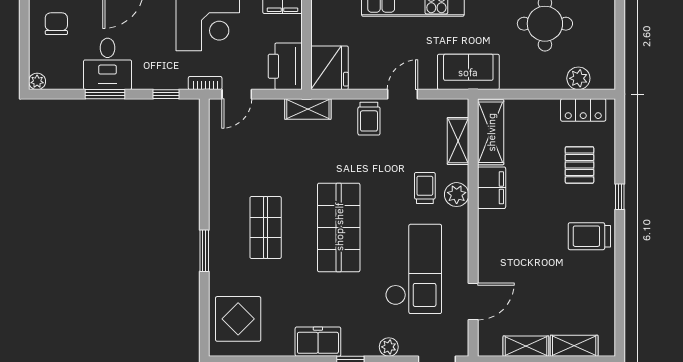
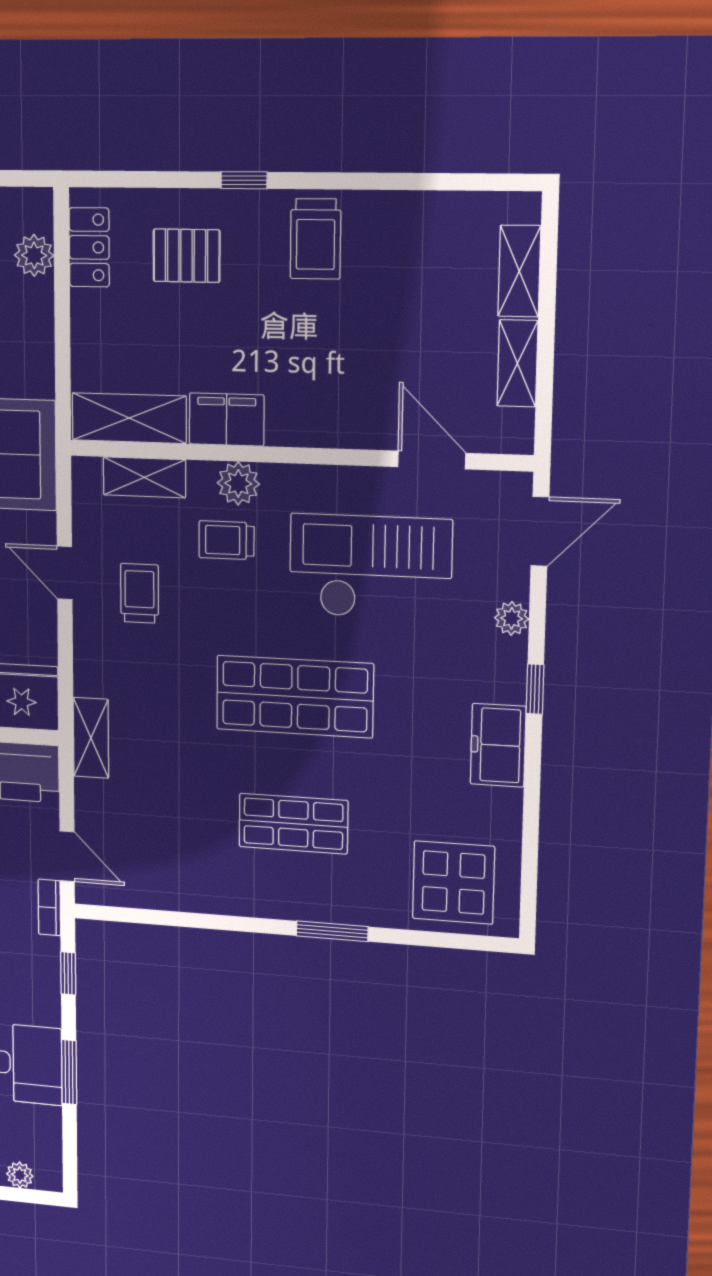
plant: (37, 81) -> (20, 1175), moved
trolley: (369, 119) -> (139, 593), moved, turned -90

